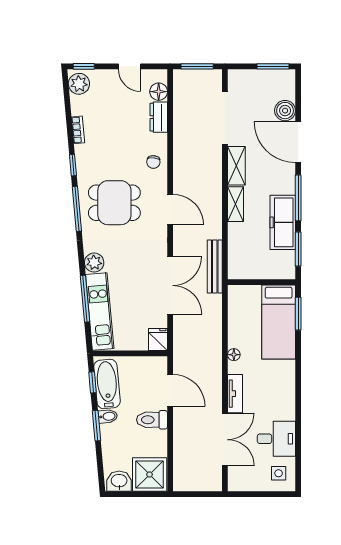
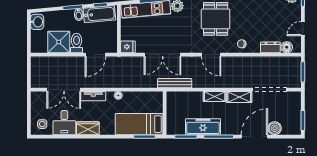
door: (170, 210) -> (211, 55), hinge flipped
wardrobe: (285, 402) -> (88, 128), added
shower: (150, 475) -> (59, 42), moved

